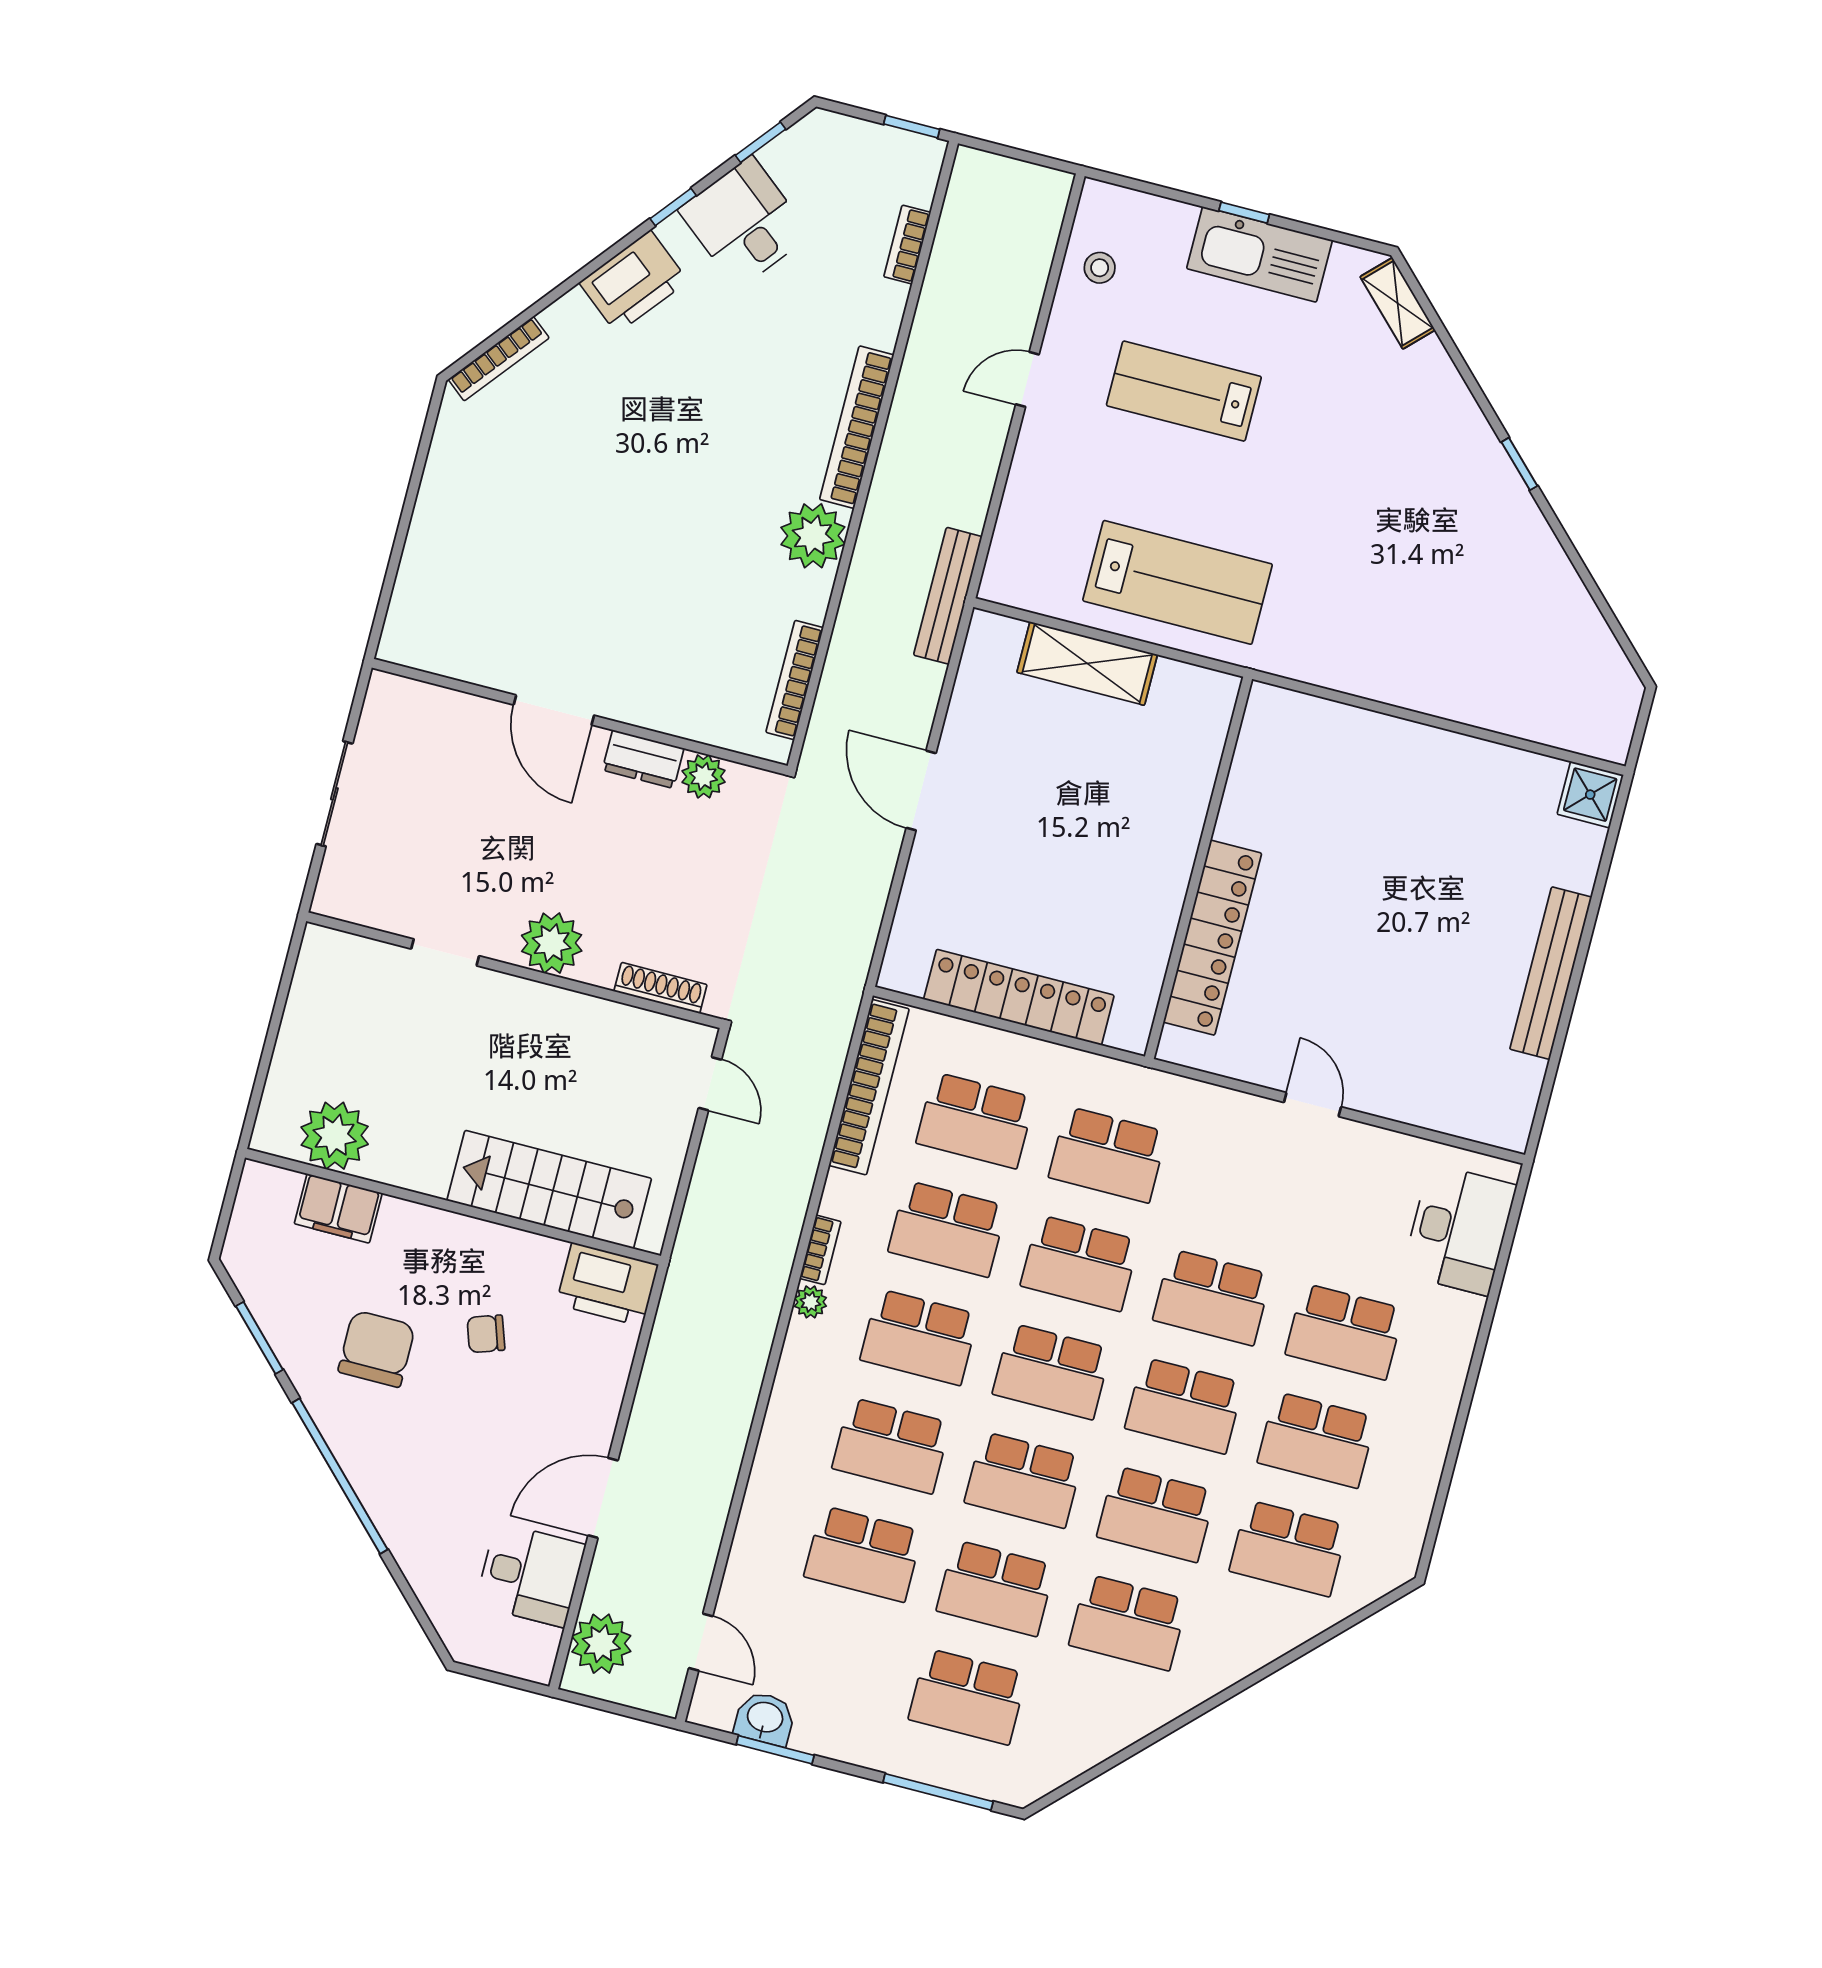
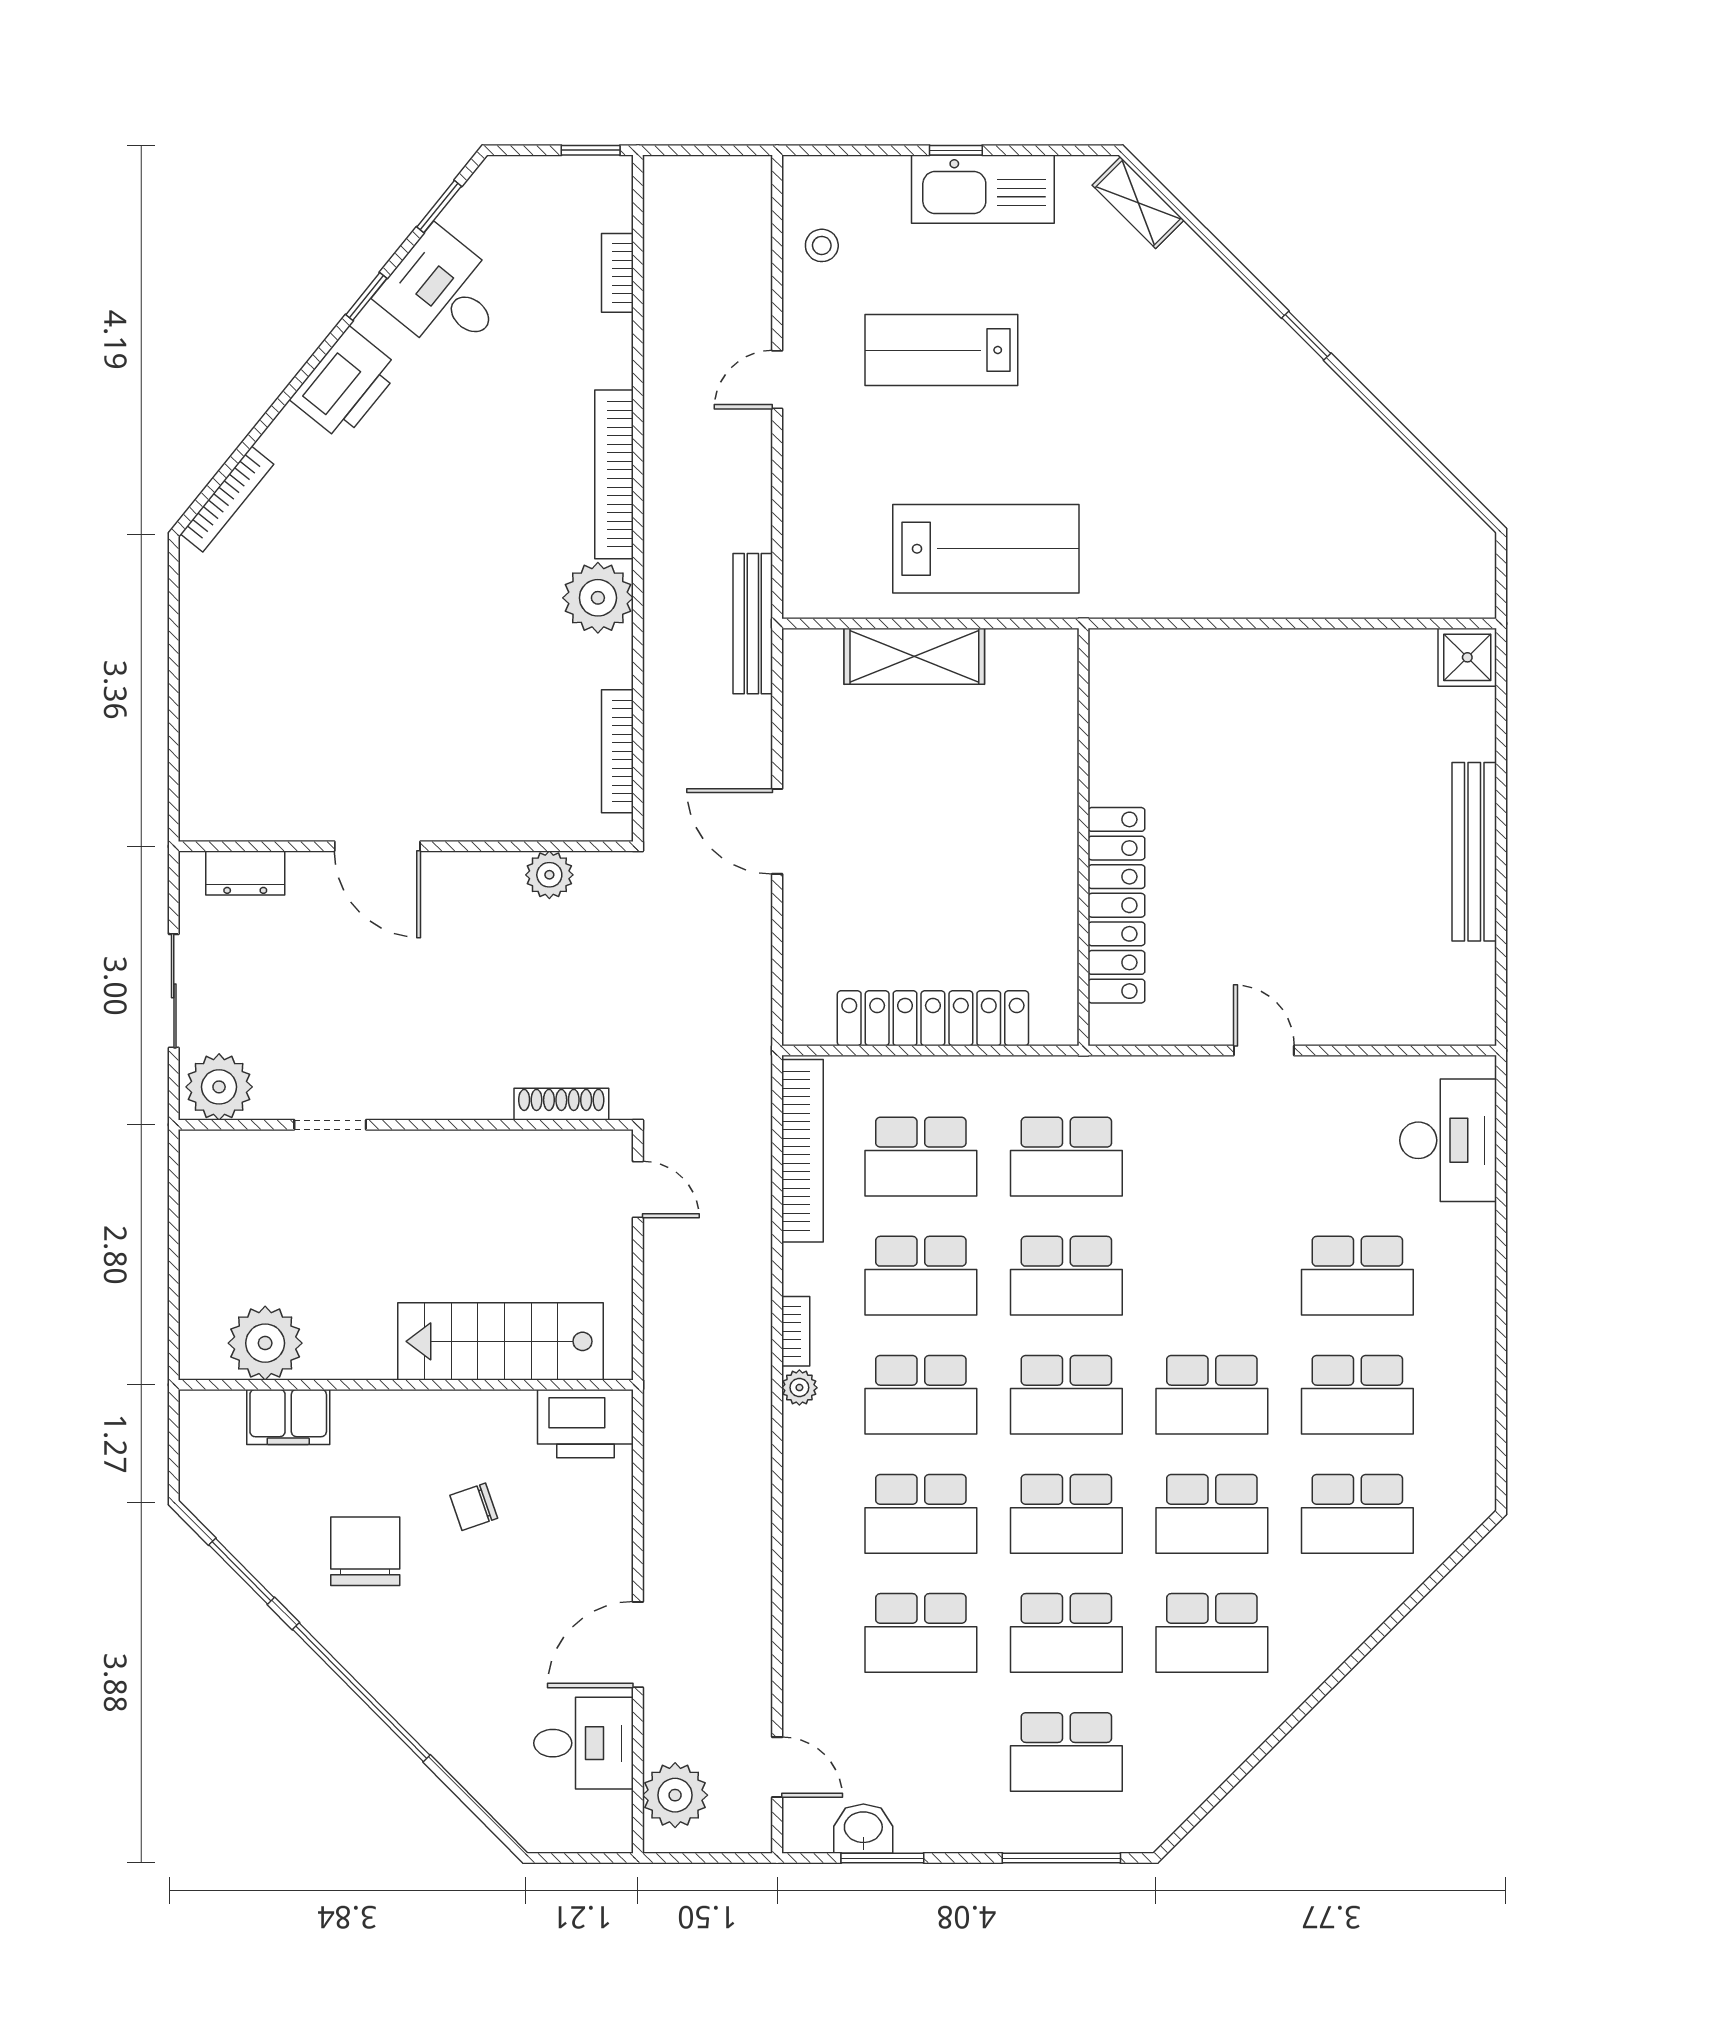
dresser: (643, 759) -> (245, 873), moved
plant: (552, 943) -> (219, 1087), moved
school desk: (1212, 1297) -> (1212, 1276), removed

